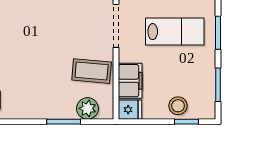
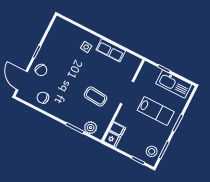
coffee table: (92, 71) -> (96, 97), moved
filing cabinet: (130, 81) -> (117, 129), width x0.50
stool: (178, 106) -> (152, 151), moved

